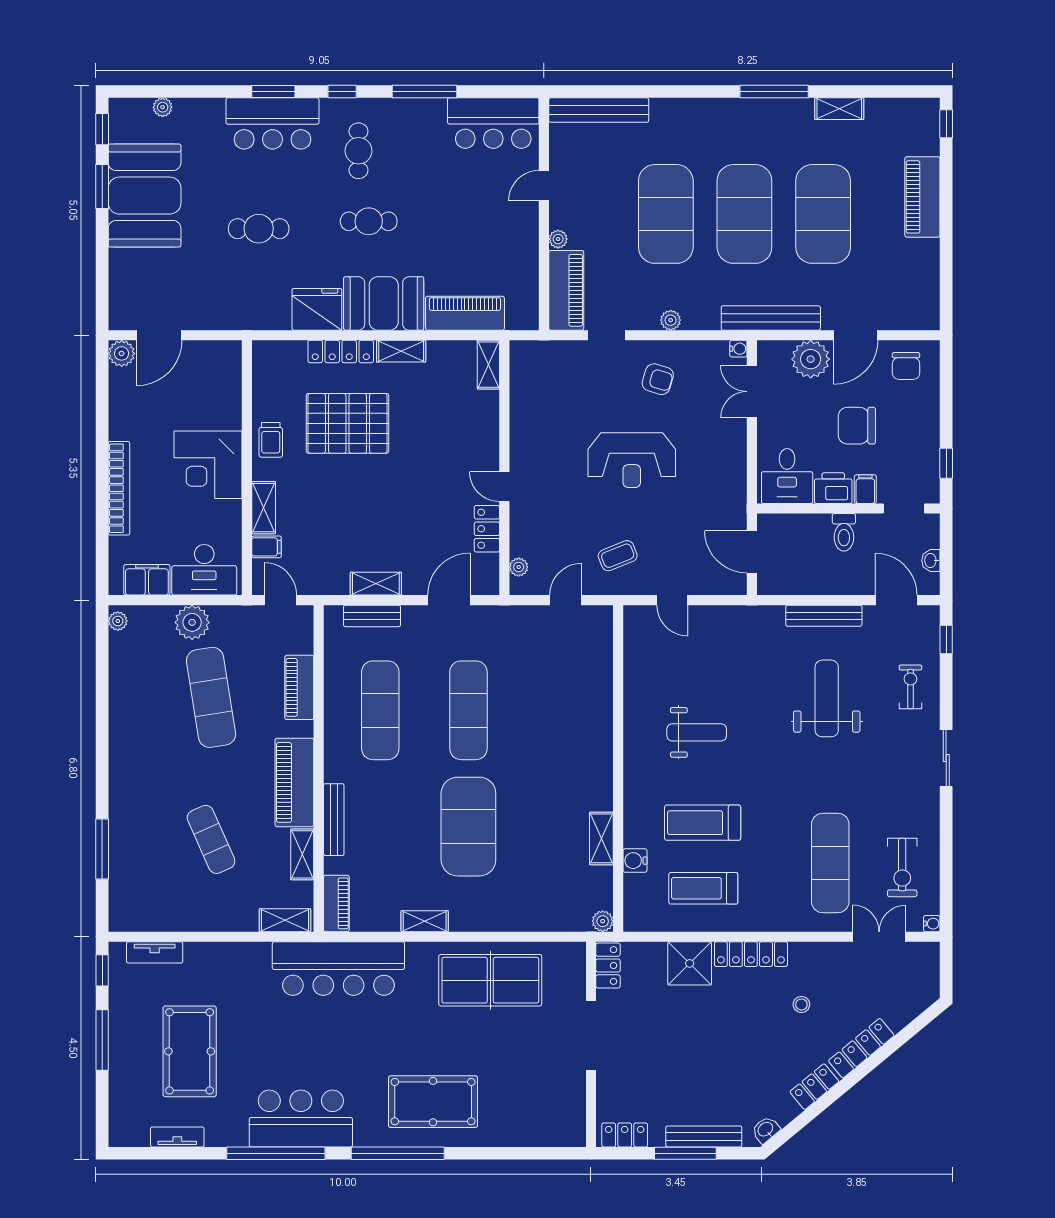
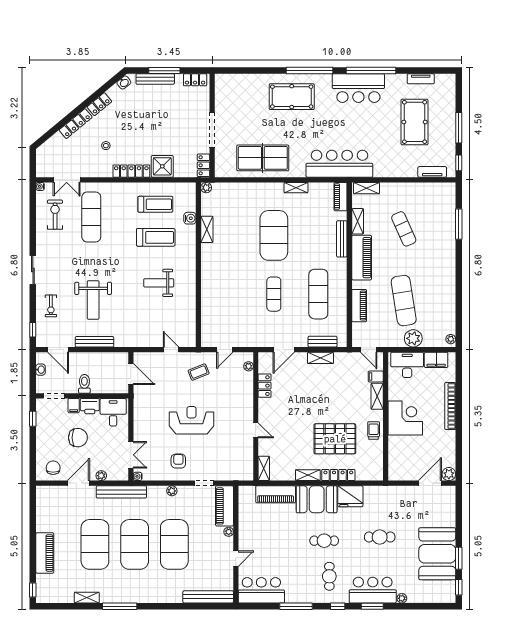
plant: (163, 107) -> (402, 598), moved
plant: (811, 359) -> (101, 476), width x0.53, depth x0.53
armchair: (658, 379) -> (178, 461), turned 73
door: (504, 487) -> (256, 430), moved
exercise mat: (468, 710) -> (274, 294), width x0.73, depth x0.69

